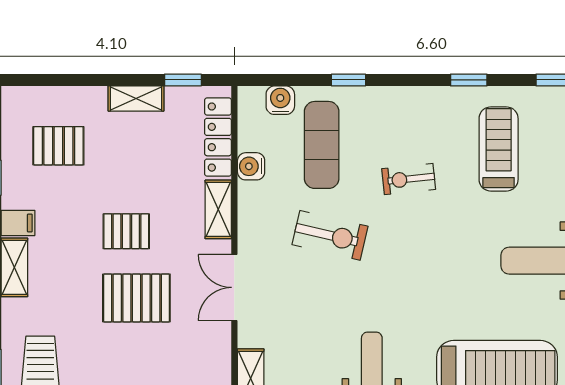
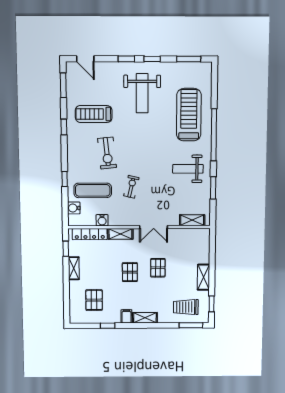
exercise bike: (409, 179) -> (107, 153), width x1.38, depth x1.39
exercise bike: (330, 235) -> (131, 187), width x0.73, depth x0.72
pallet: (136, 298) -> (158, 268), width x0.67, depth x0.71

